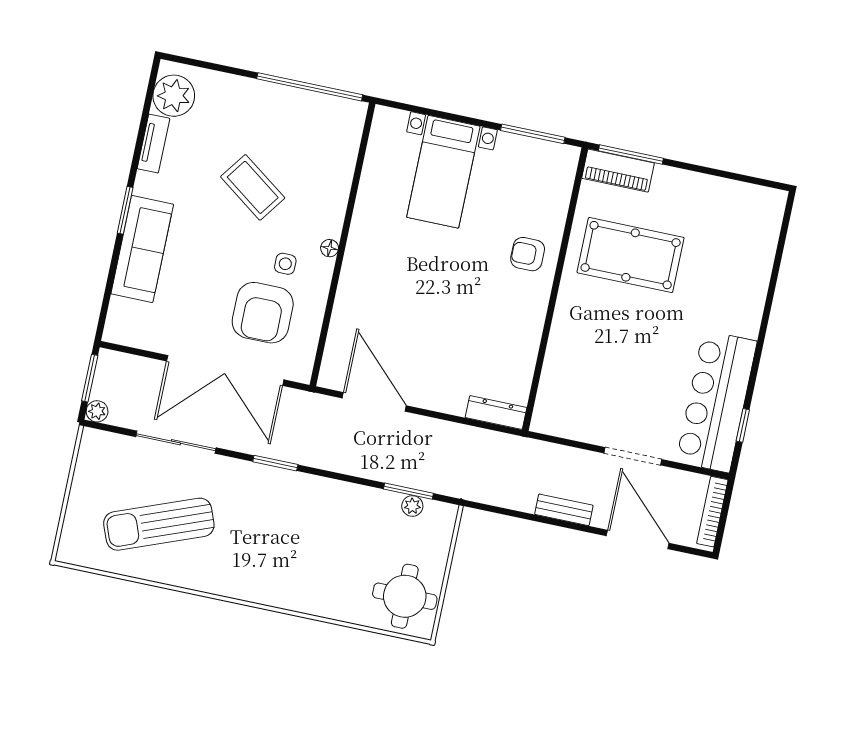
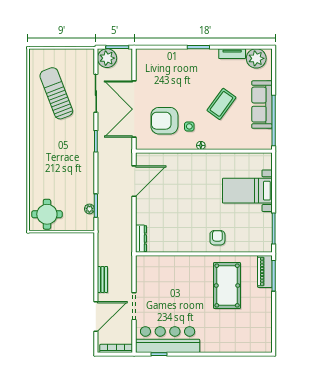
sofa: (142, 249) -> (262, 105), moved, turned 90
plant: (97, 411) -> (107, 58), width x1.87, depth x1.87

